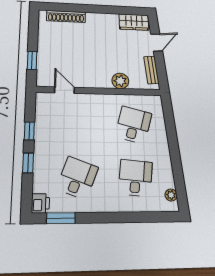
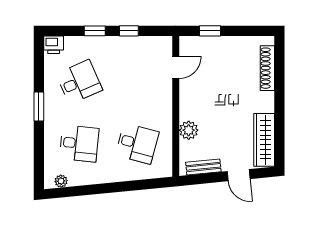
wardrobe: (134, 22) -> (264, 140), width x1.50
desk: (77, 178) -> (79, 82), turned -45
window: (61, 218) -> (39, 107), moved

